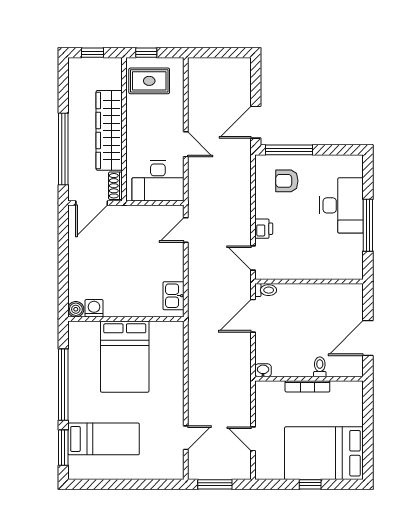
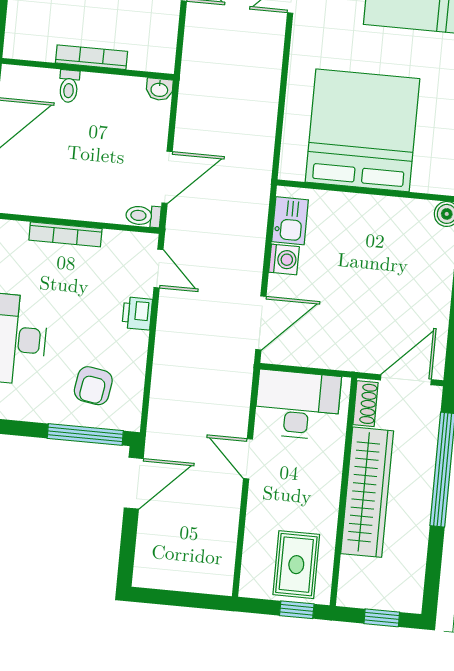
rug: (149, 81) -> (296, 565), turned 90
armchair: (287, 181) -> (93, 386), turned 99
door: (186, 230) -> (261, 323), width x1.38
bookcase: (313, 274) -> (65, 234), added
washing machine: (94, 308) -> (284, 259), moved, turned -90
bed: (125, 357) -> (362, 130), width x1.36

